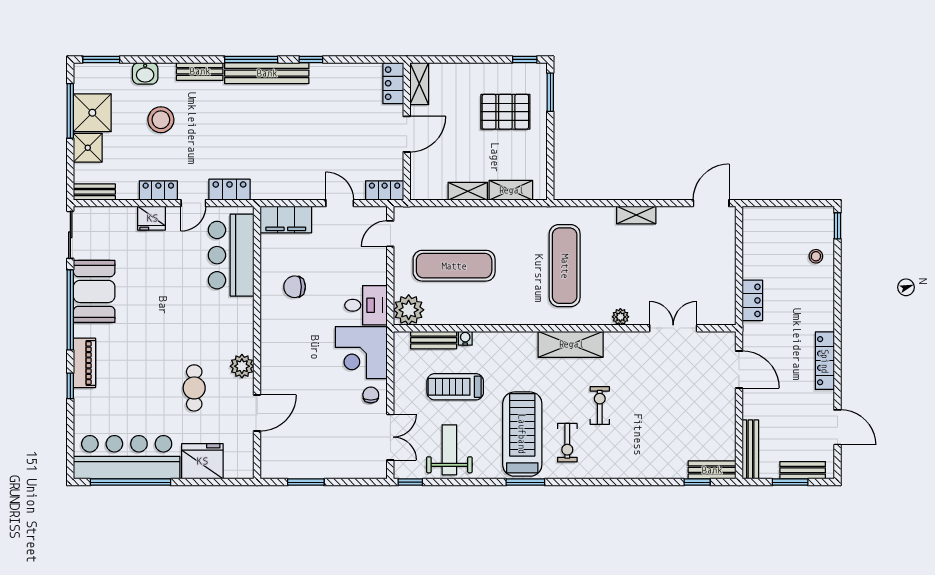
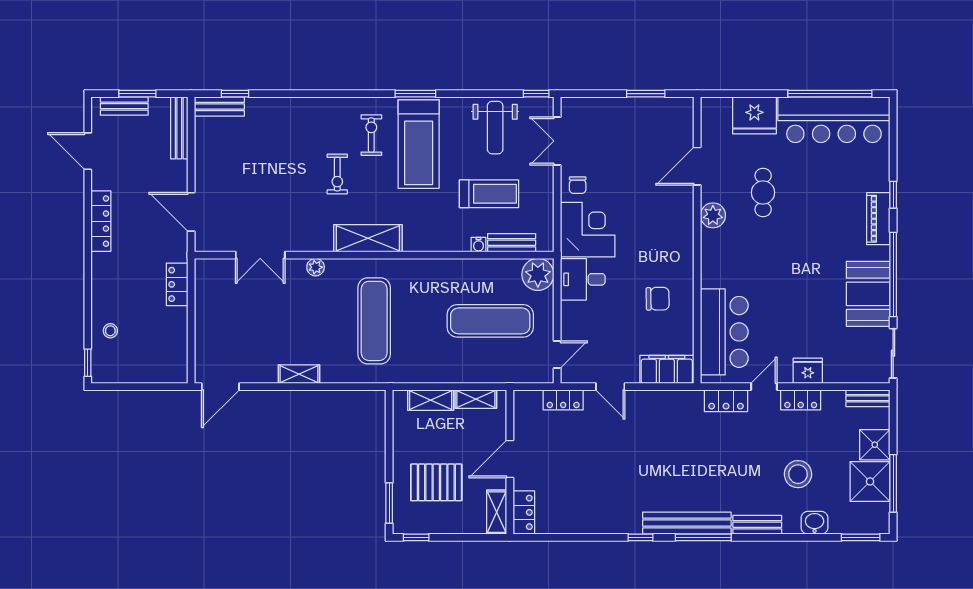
locker: (393, 83) -> (524, 512), moved
shelving: (419, 84) -> (497, 512), moved
wall: (407, 131) -> (510, 462), moved
door: (407, 134) -> (510, 459), moved

